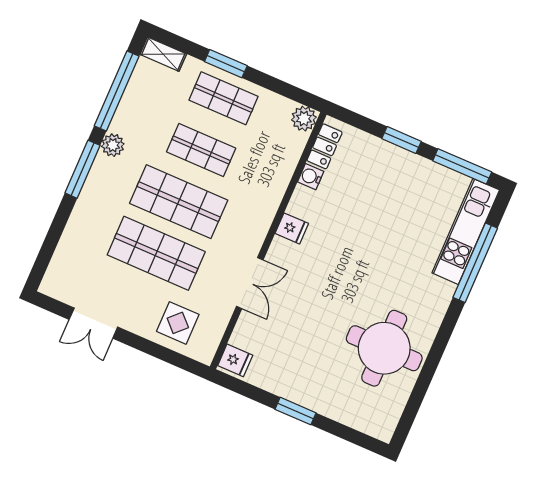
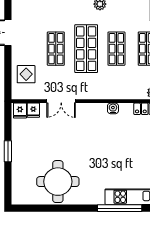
water cooler: (311, 177) -> (113, 108), moved
fridge: (292, 228) -> (33, 110), moved
shop shelf: (156, 253) -> (56, 49), width x0.70, depth x0.74

